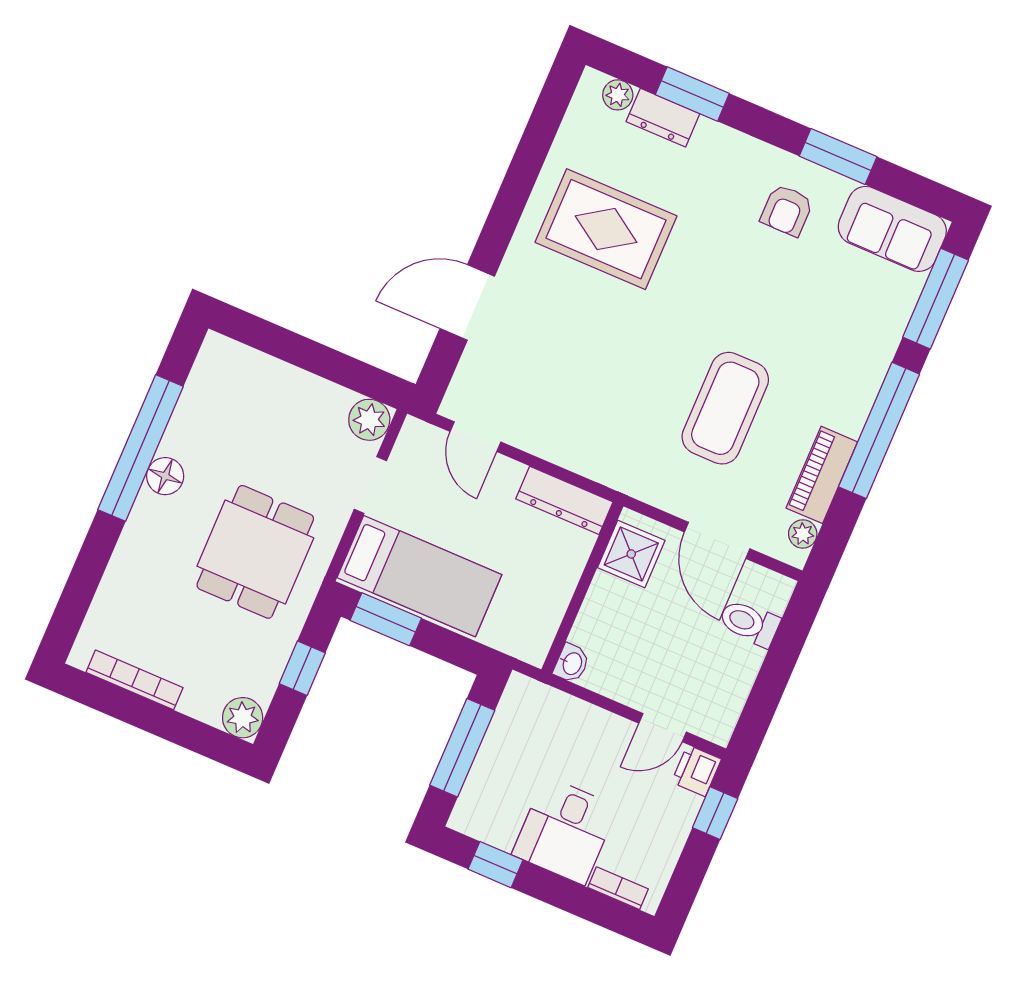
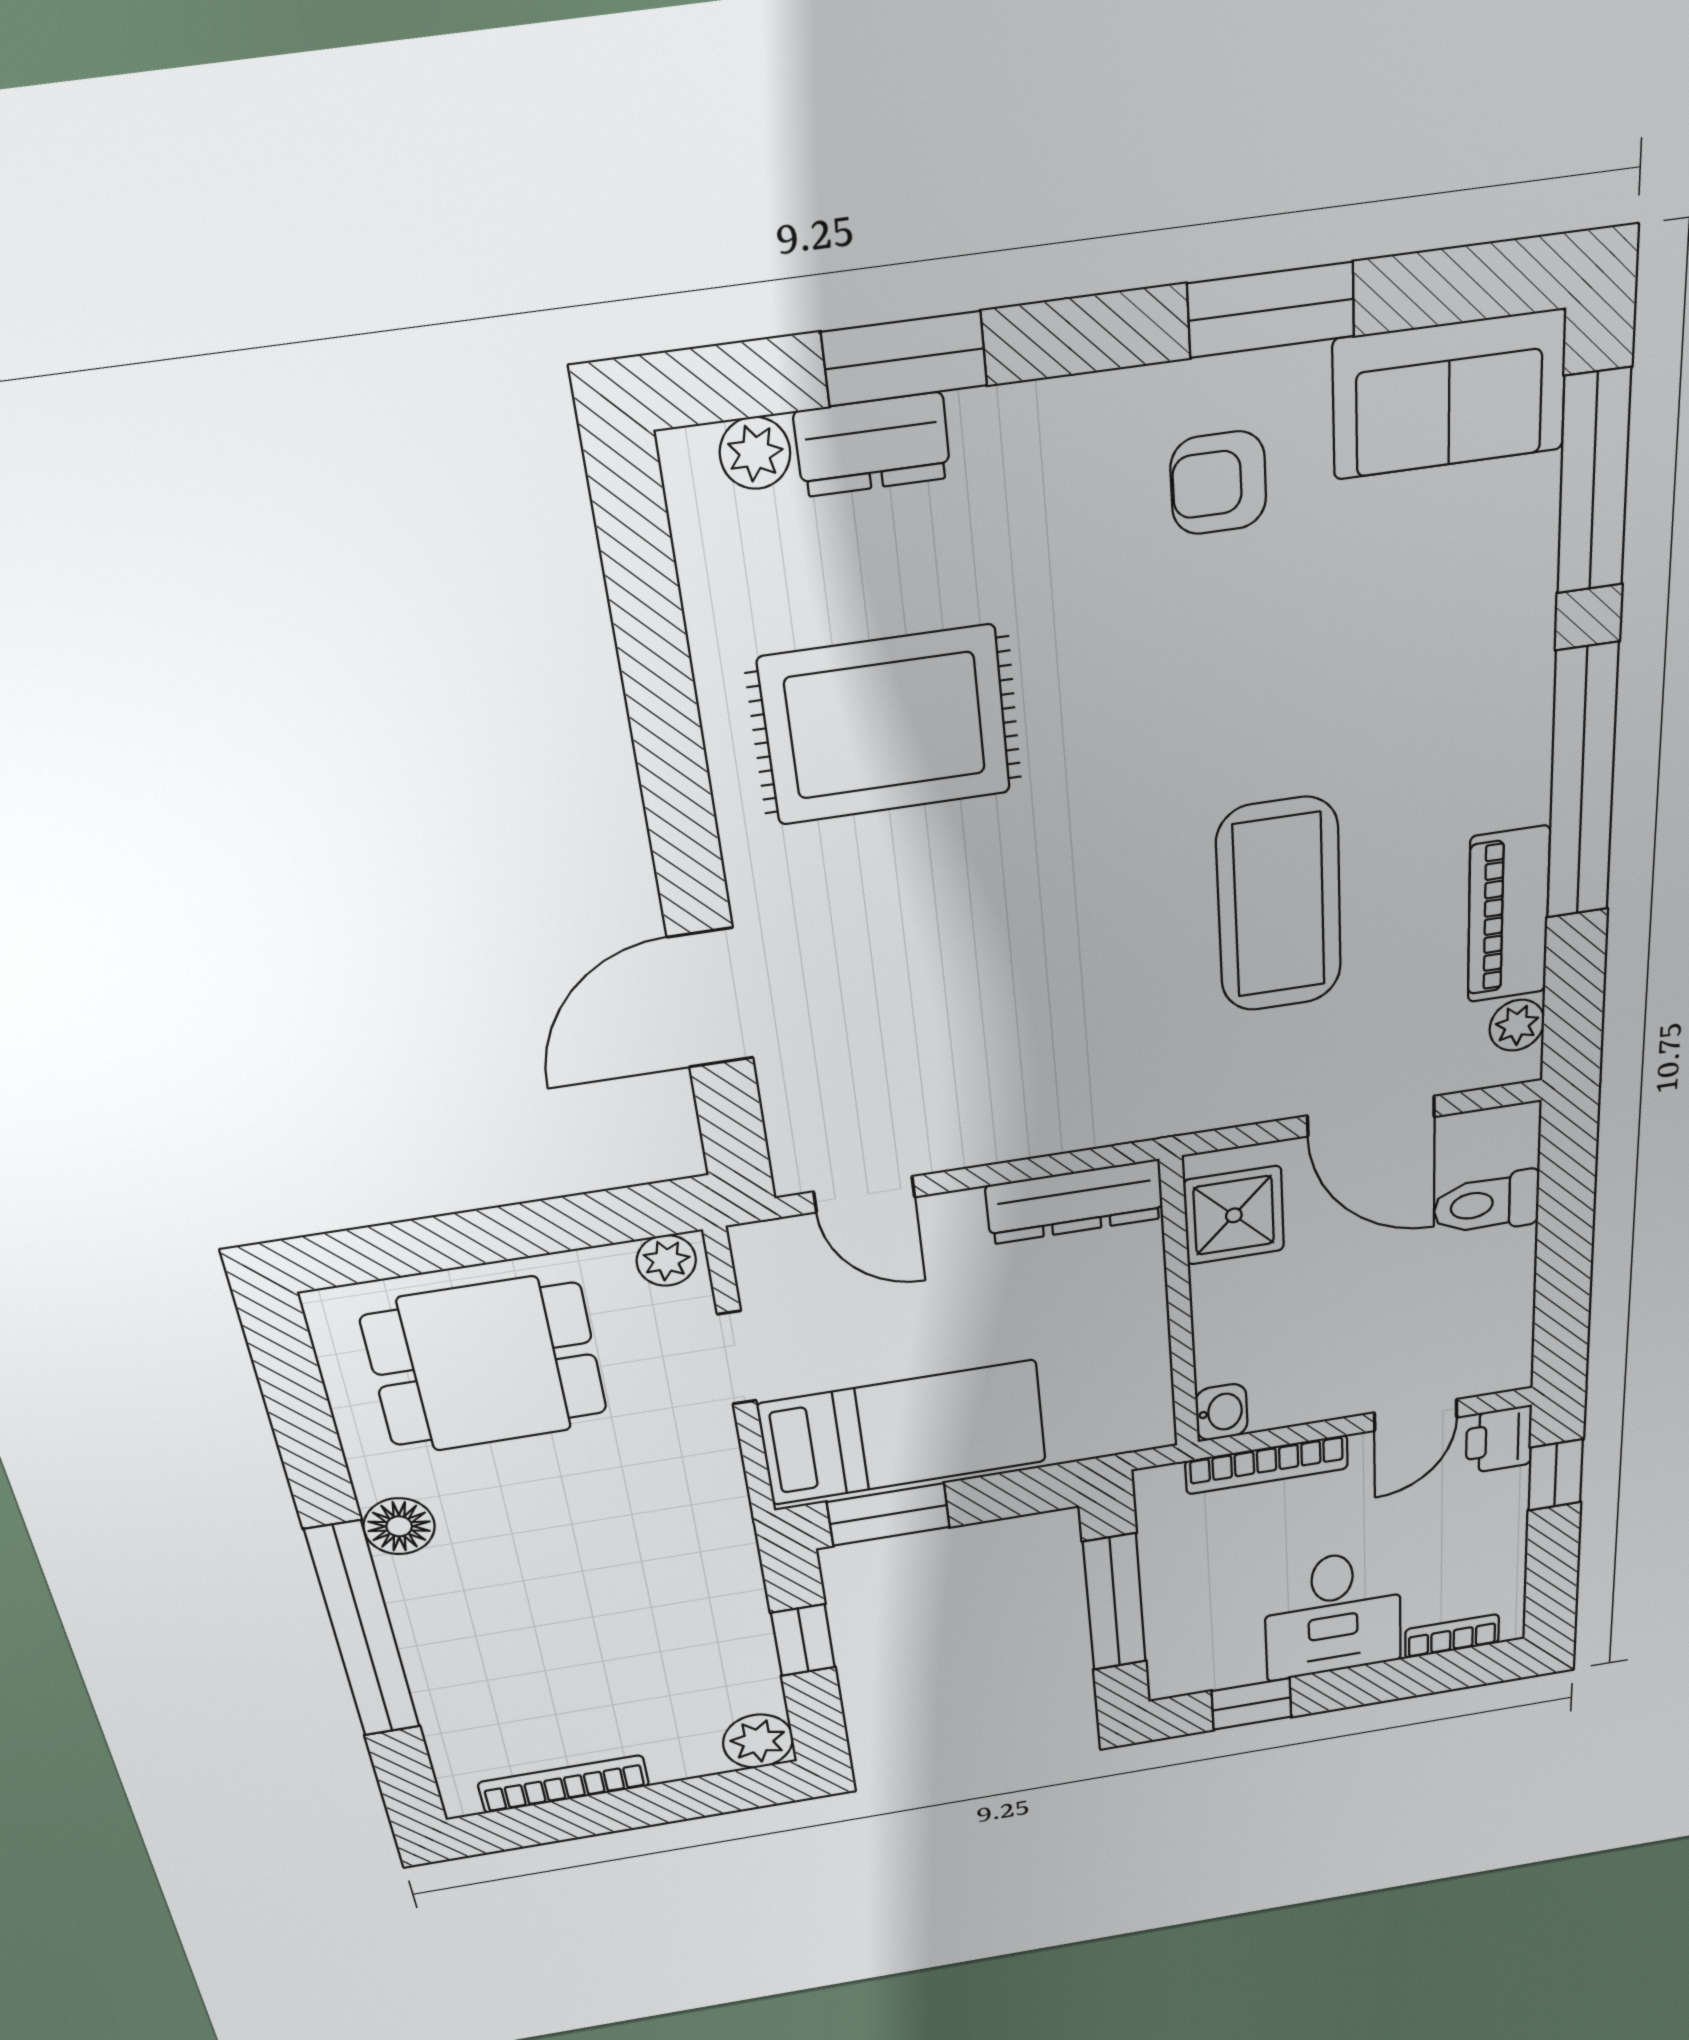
armchair: (787, 210) -> (1218, 483), turned 90
plant: (369, 420) -> (666, 1260), width x0.73, depth x0.73
window: (141, 448) -> (363, 1630), moved
dining table: (255, 552) -> (485, 1365), moved, turned 90
bookcase: (578, 710) -> (1267, 1465), added

